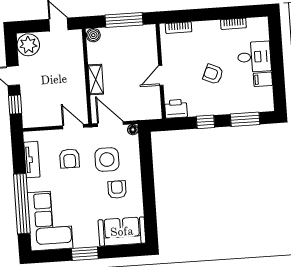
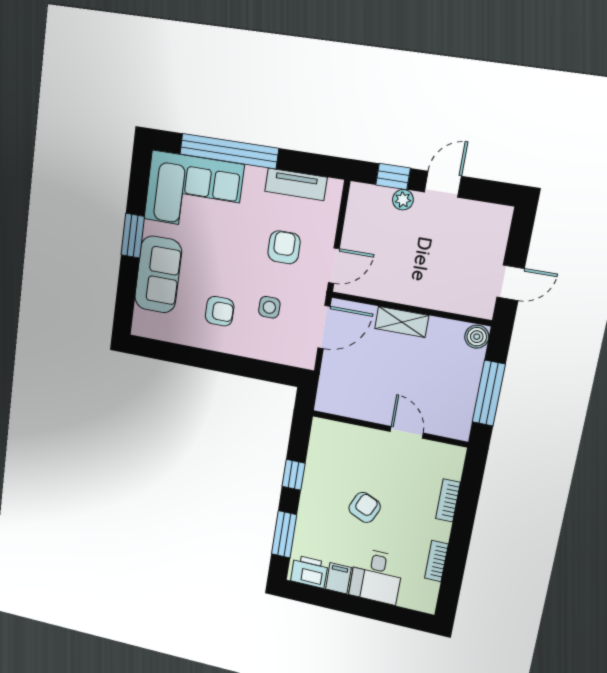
bookcase: (179, 28) -> (448, 500), moved
plant: (28, 45) -> (403, 200), moved, width x0.53, depth x0.53
door: (161, 75) -> (407, 432), moved
printer: (176, 109) -> (309, 572), moved, turned -90
floor lamp: (133, 130) -> (307, 360), removed
armchair: (70, 158) -> (284, 247), turned 90
side table: (107, 160) -> (269, 307), width x0.54, depth x0.54
sofa: (122, 232) -> (158, 275), moved

